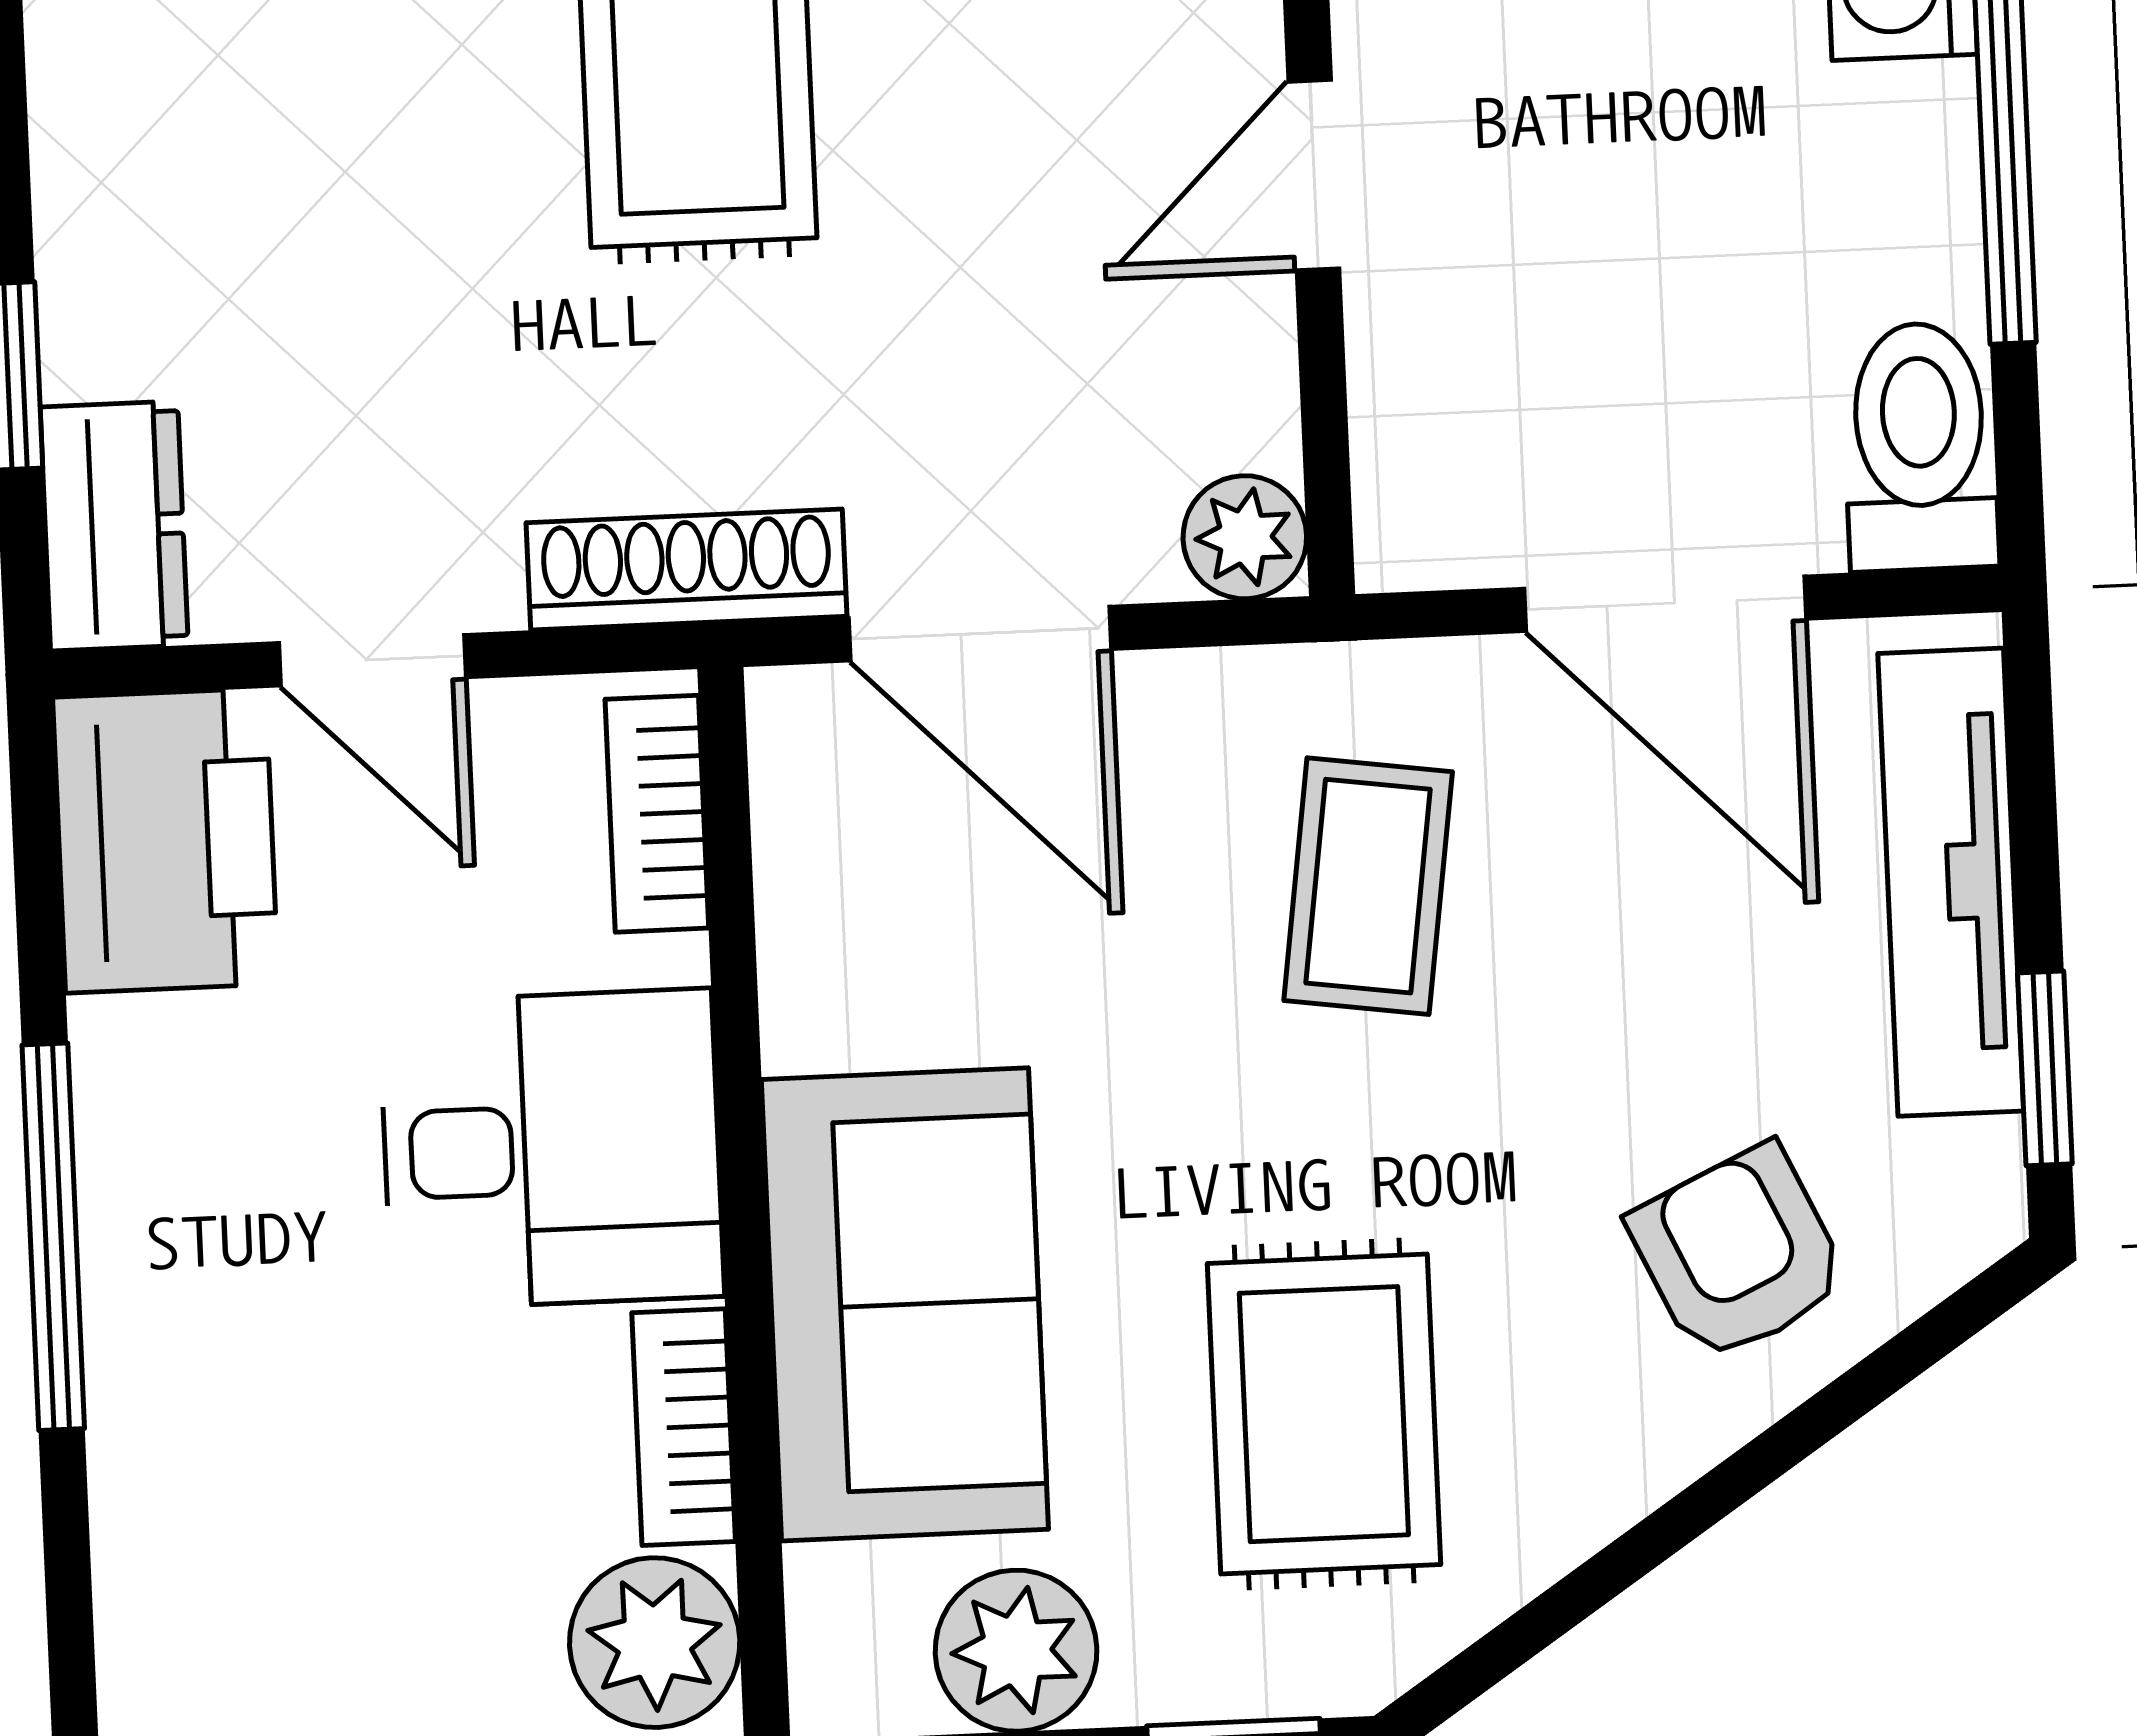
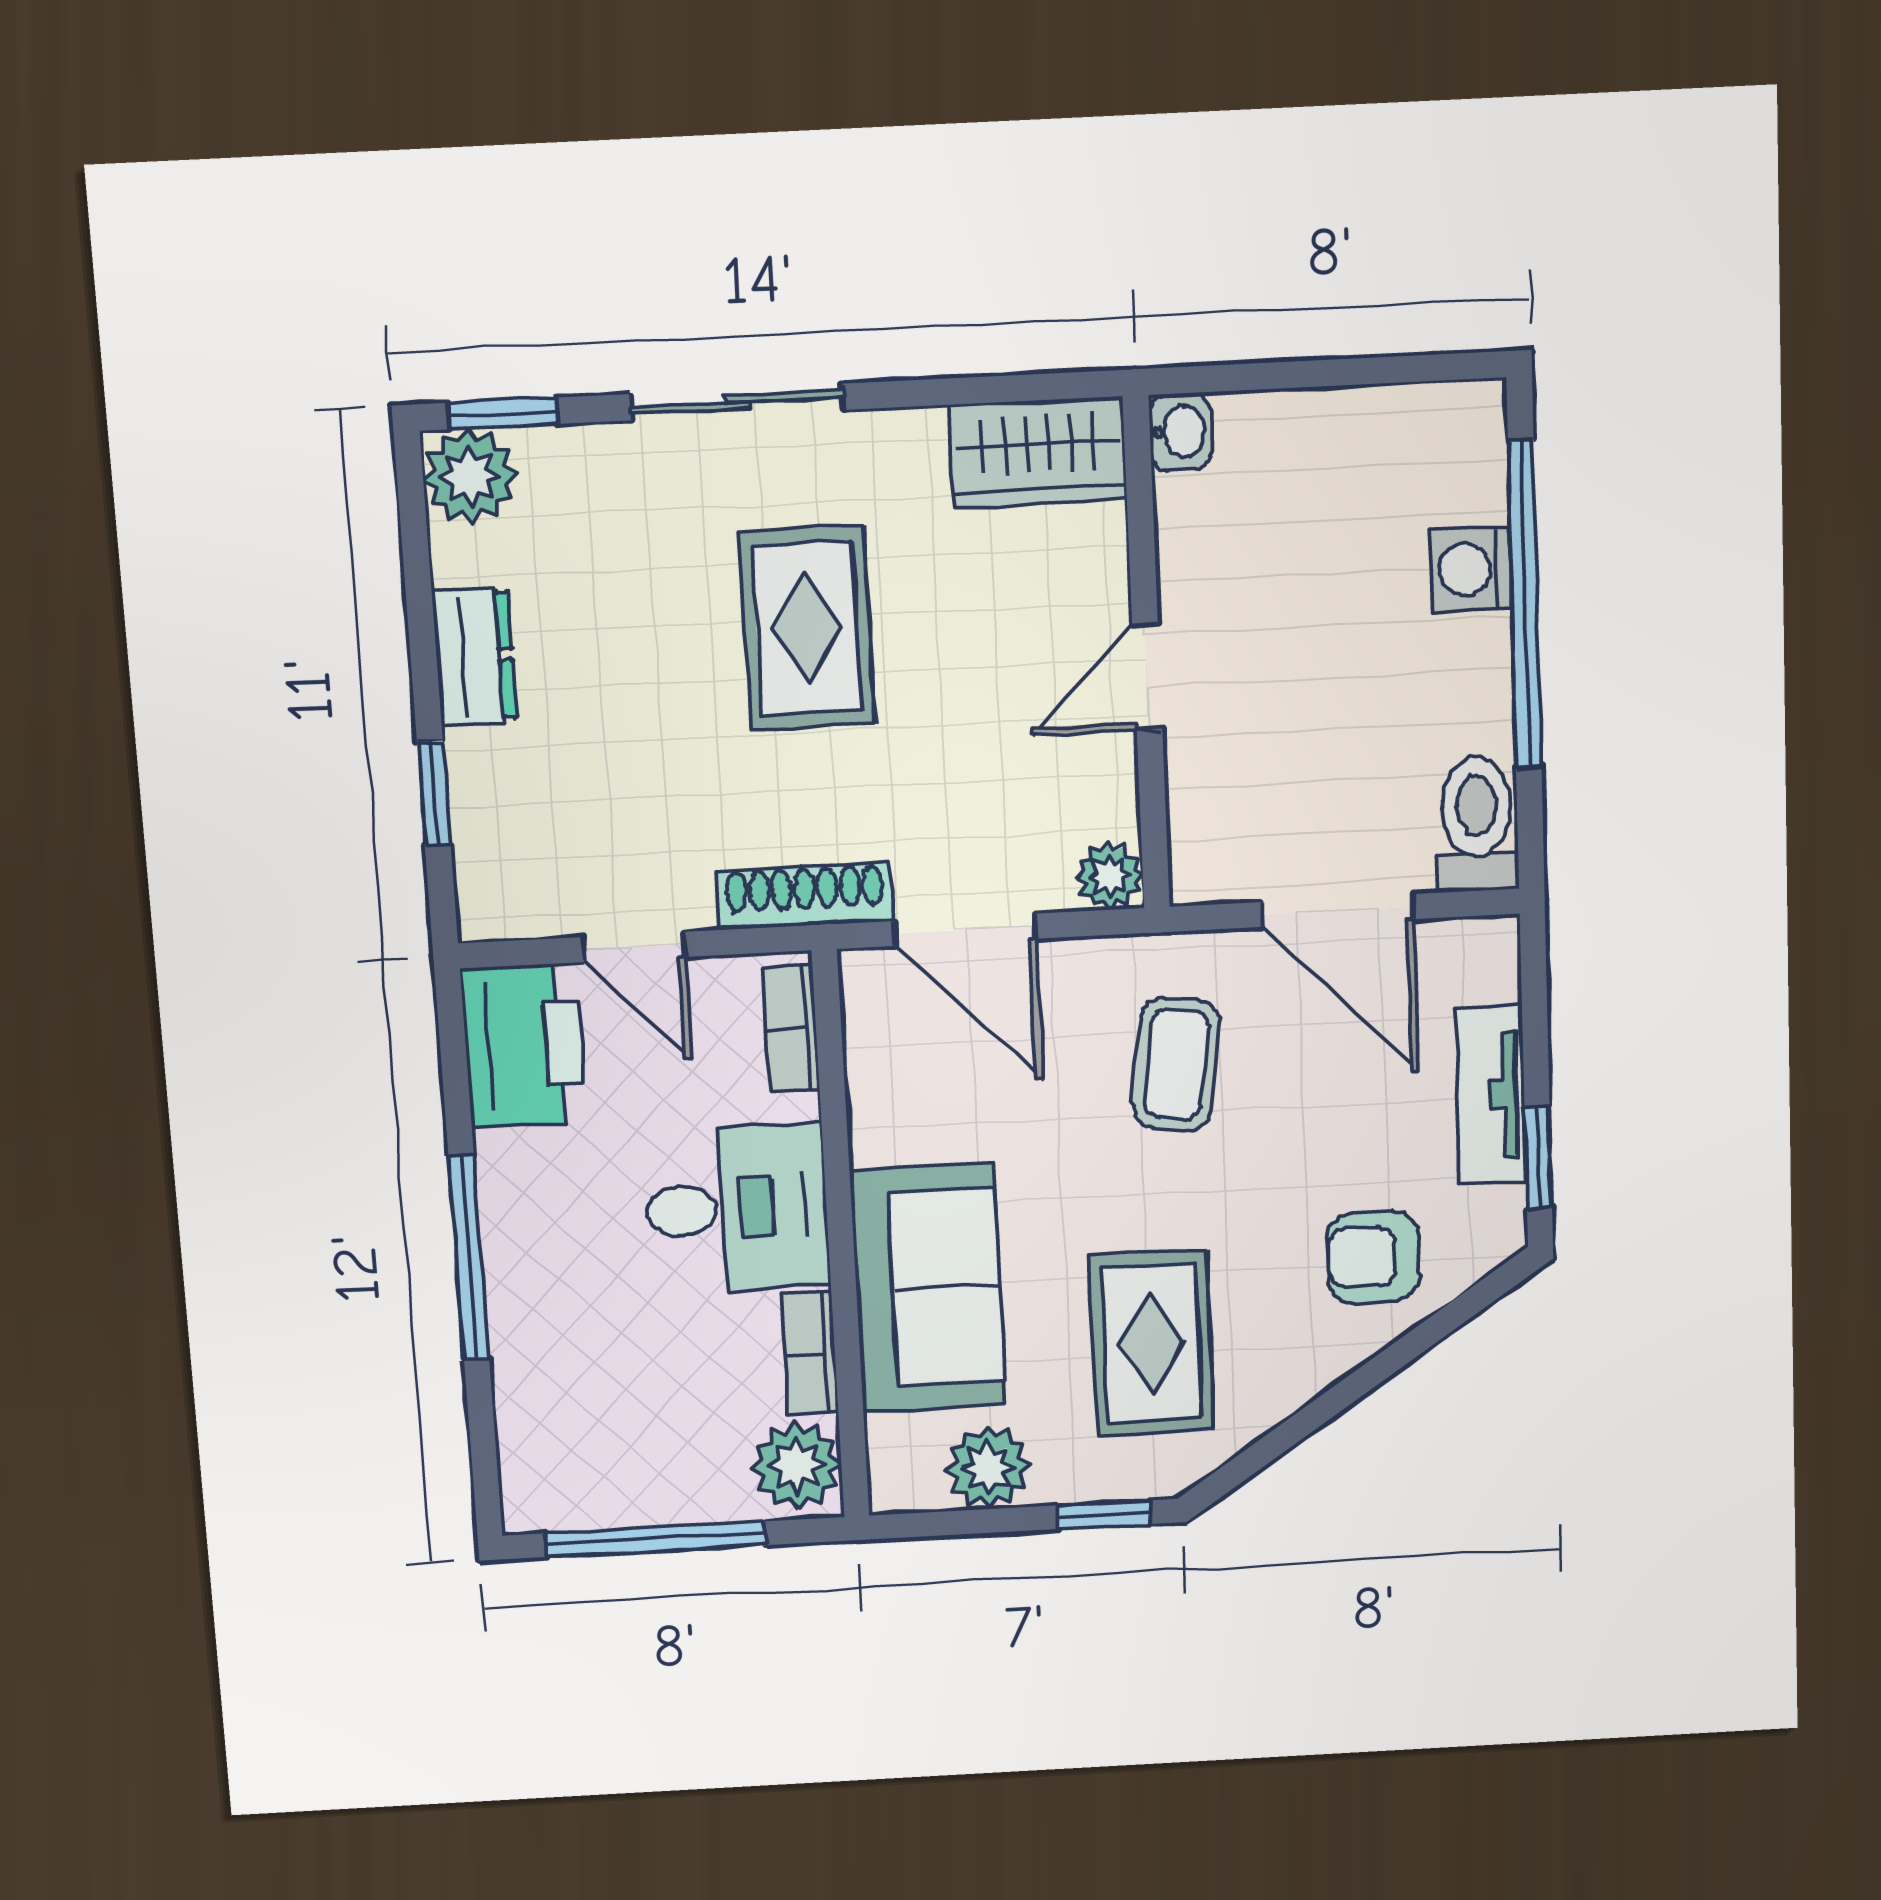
dresser: (114, 526) -> (475, 656), moved
tv unit: (1951, 882) -> (1491, 1095), width x0.71
armchair: (1739, 1254) -> (1373, 1257), turned -65

